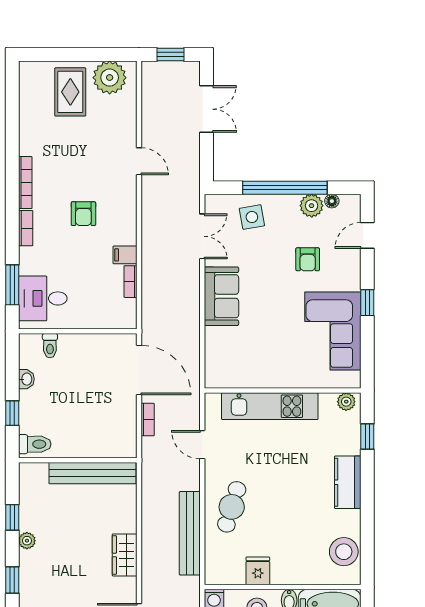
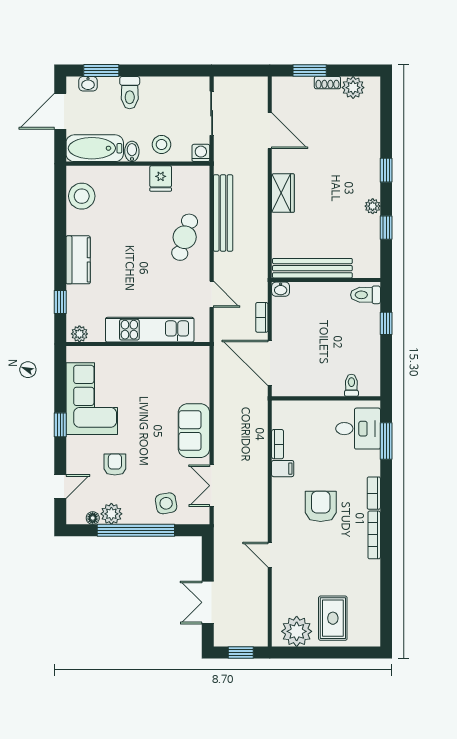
armchair: (83, 214) -> (321, 506), width x1.38, depth x1.38
washbasin: (26, 379) -> (281, 289), moved, turned -90

